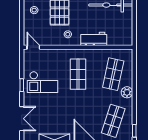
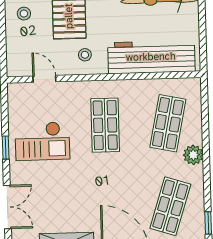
workbench: (94, 39) -> (151, 57), width x1.88, depth x1.32
door: (33, 47) -> (44, 79), moved

